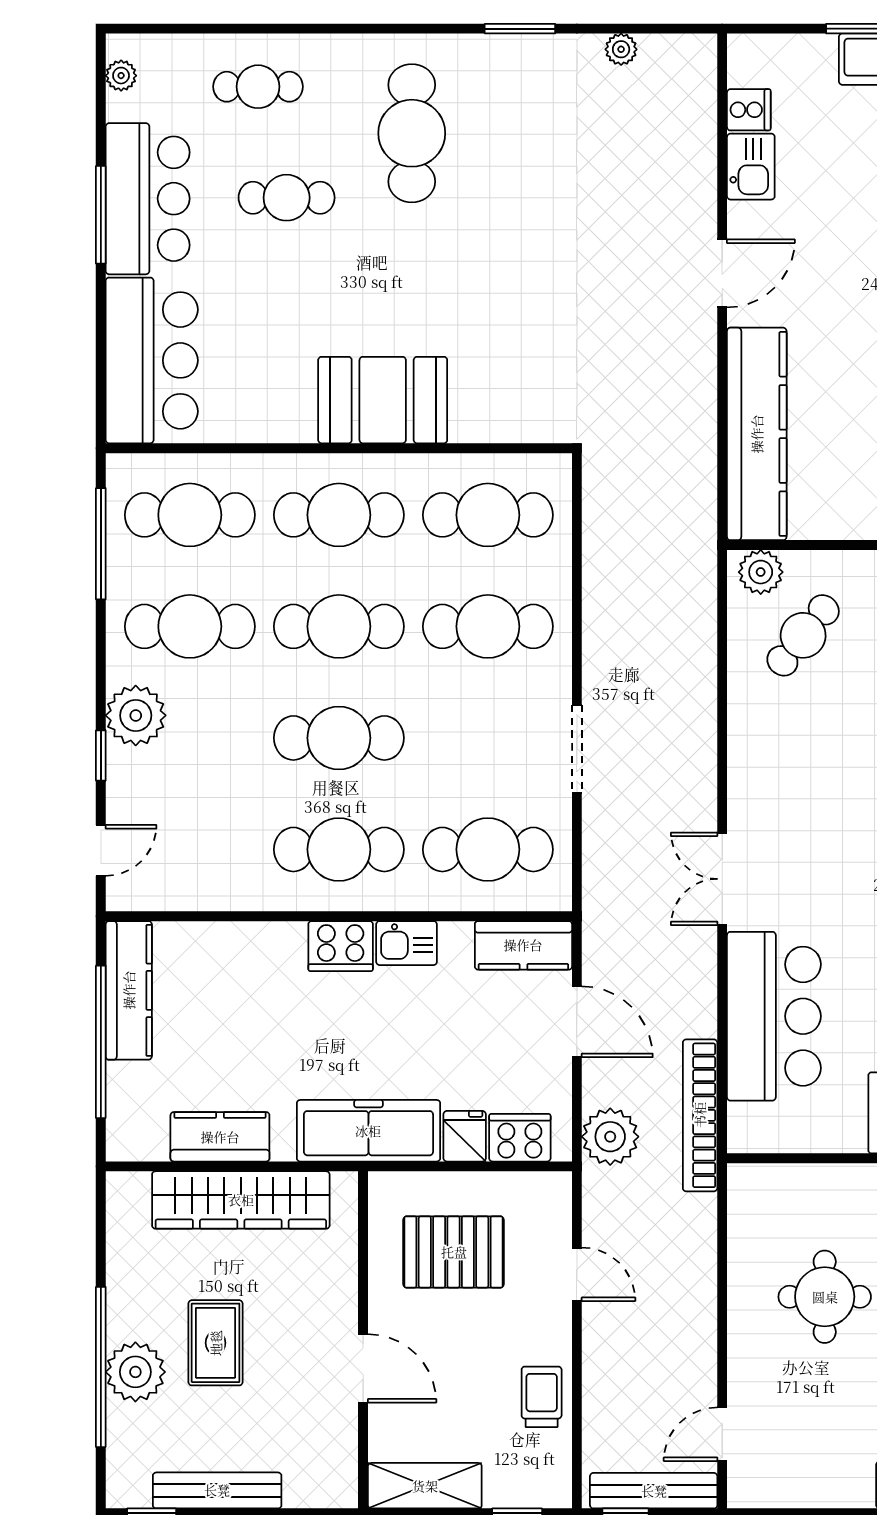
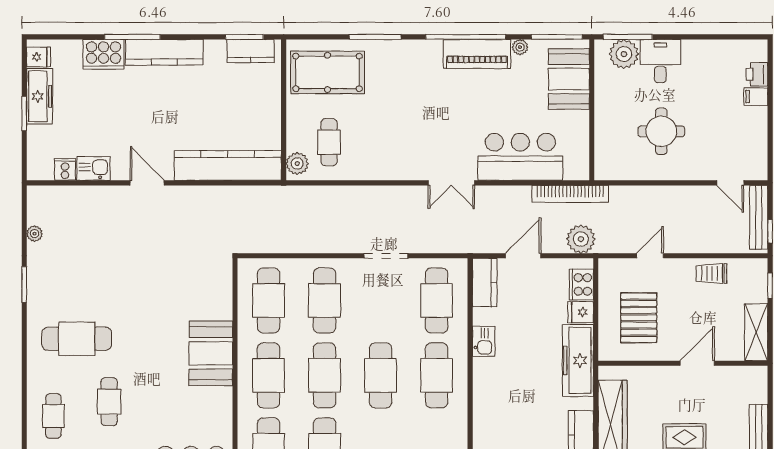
cafe table: (803, 635) -> (329, 142), turned 51
cooker: (341, 946) -> (485, 374), removed

